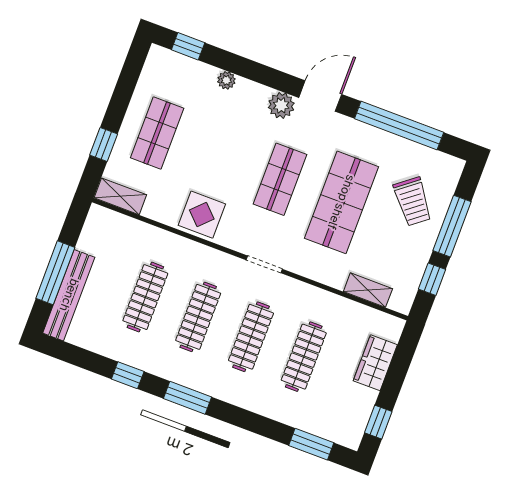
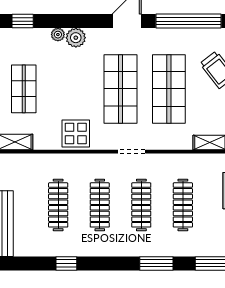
plant: (281, 105) -> (76, 38), moved
shop shelf: (280, 179) -> (121, 89), width x1.43, depth x1.36
window: (188, 398) -> (156, 263), moved

